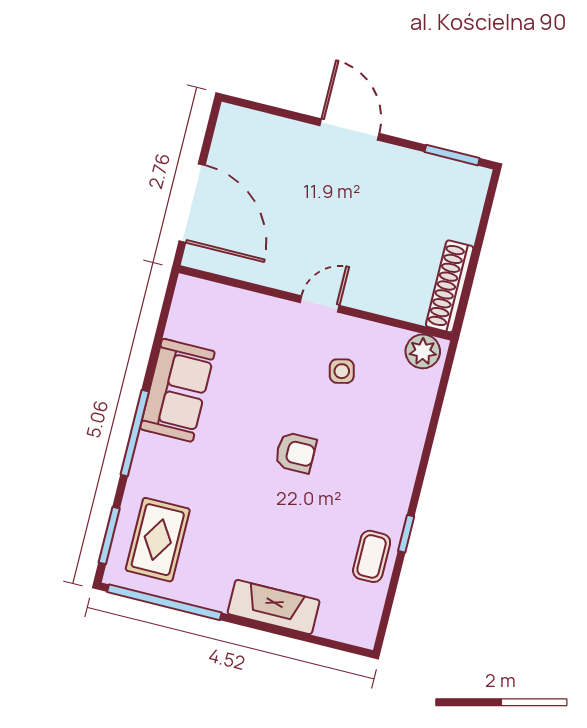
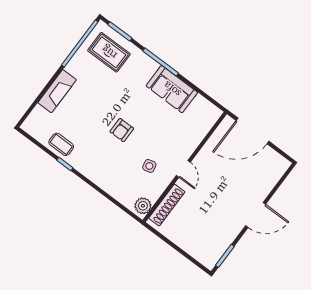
shoe rack: (450, 286) -> (167, 205), moved, turned 90

